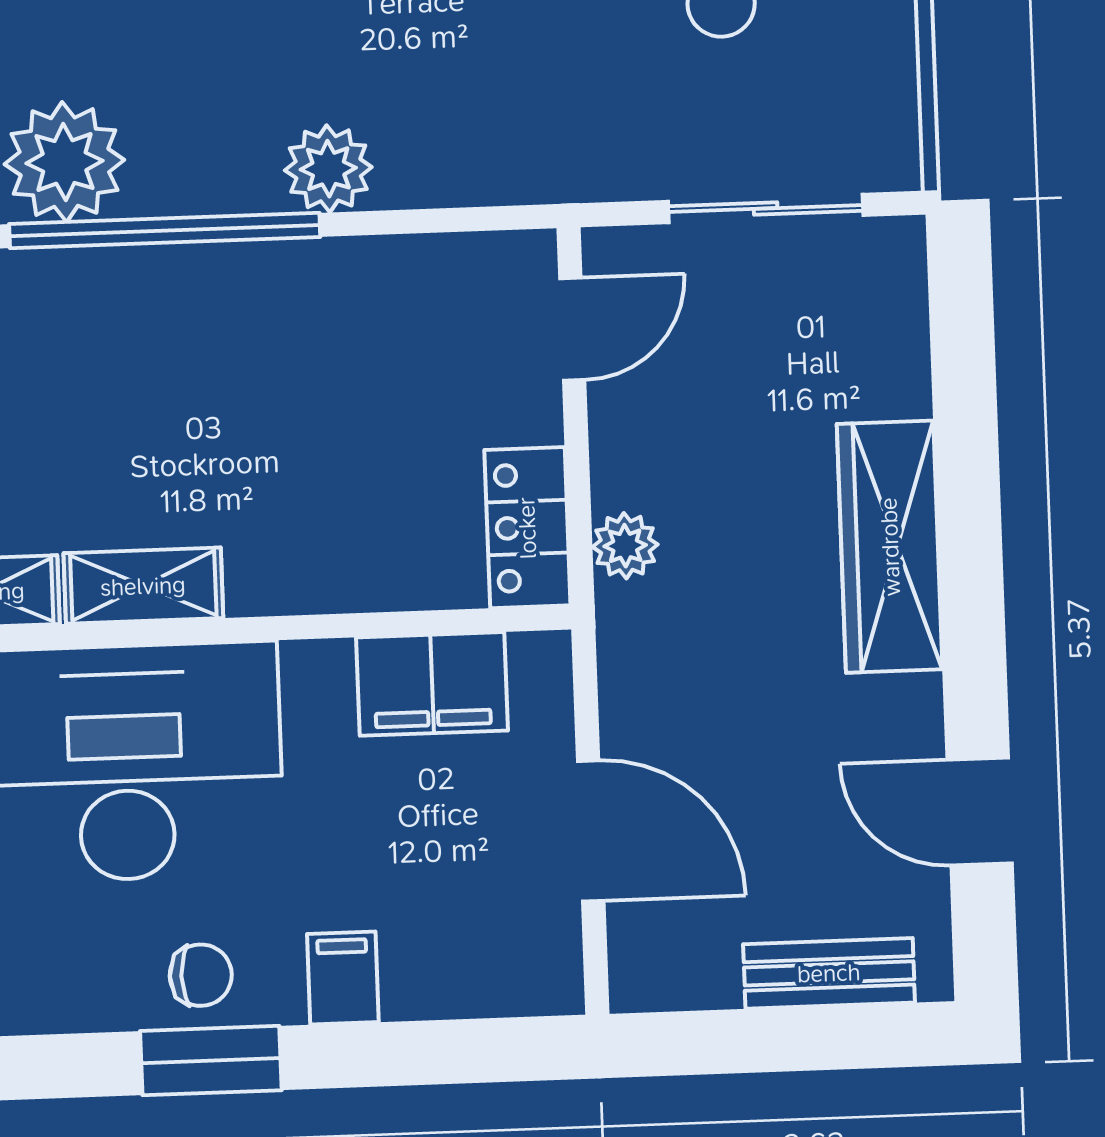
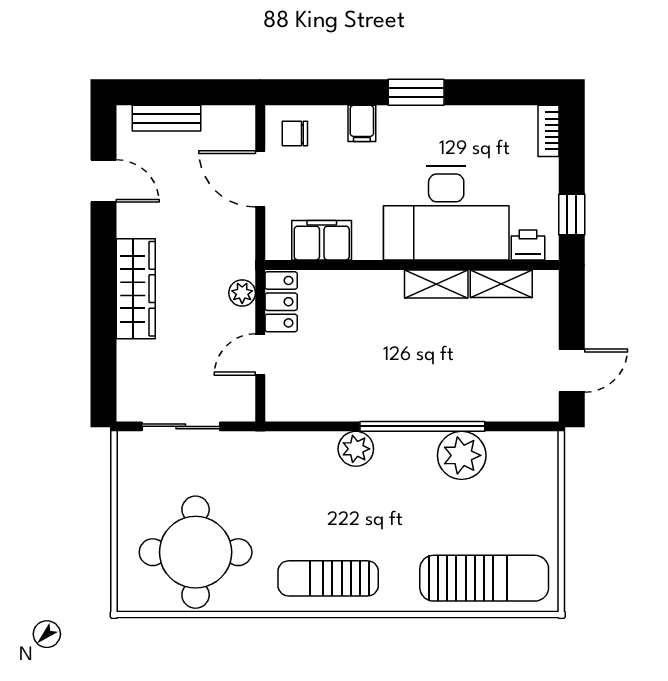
door: (572, 329) -> (260, 355), moved
chair: (201, 975) -> (295, 134), moved

